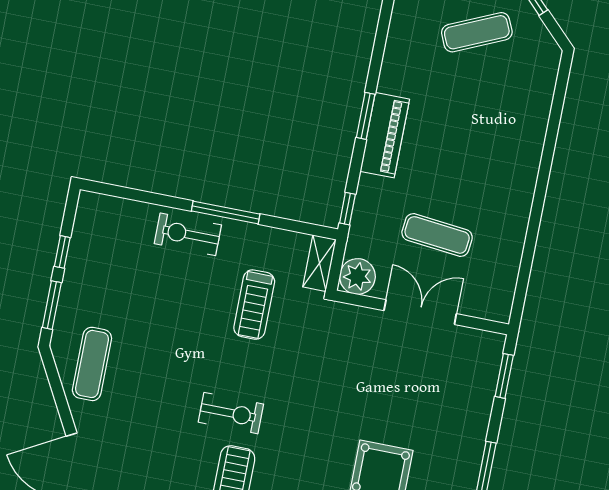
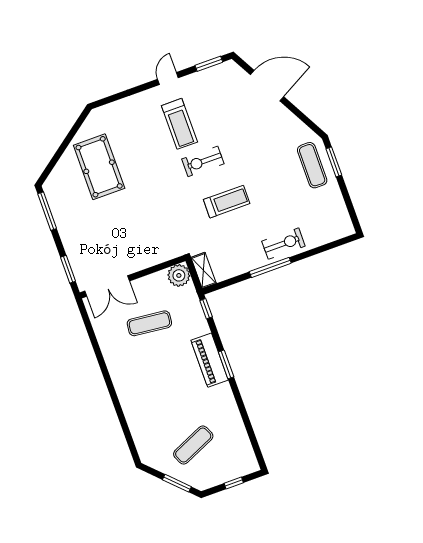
window: (62, 252) -> (345, 194), removed
treadmill: (254, 305) -> (227, 202), moved, turned 90
double door: (420, 312) -> (107, 286), moved
exercise mat: (92, 364) -> (312, 165), moved

